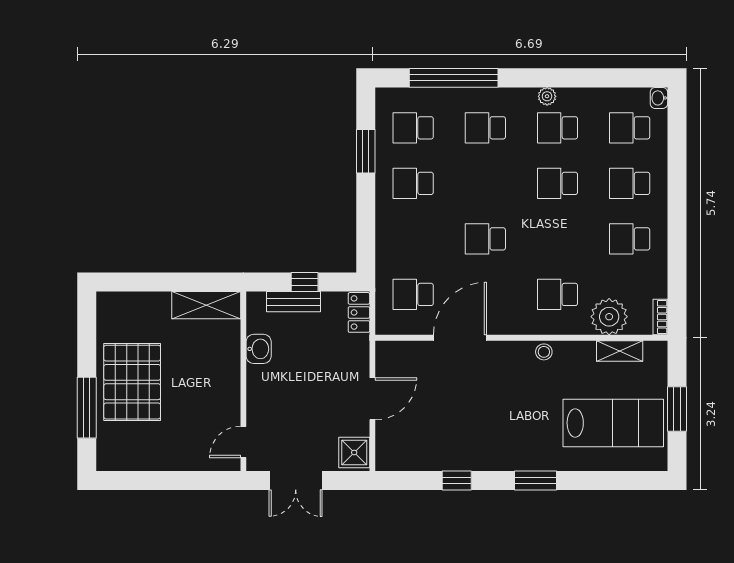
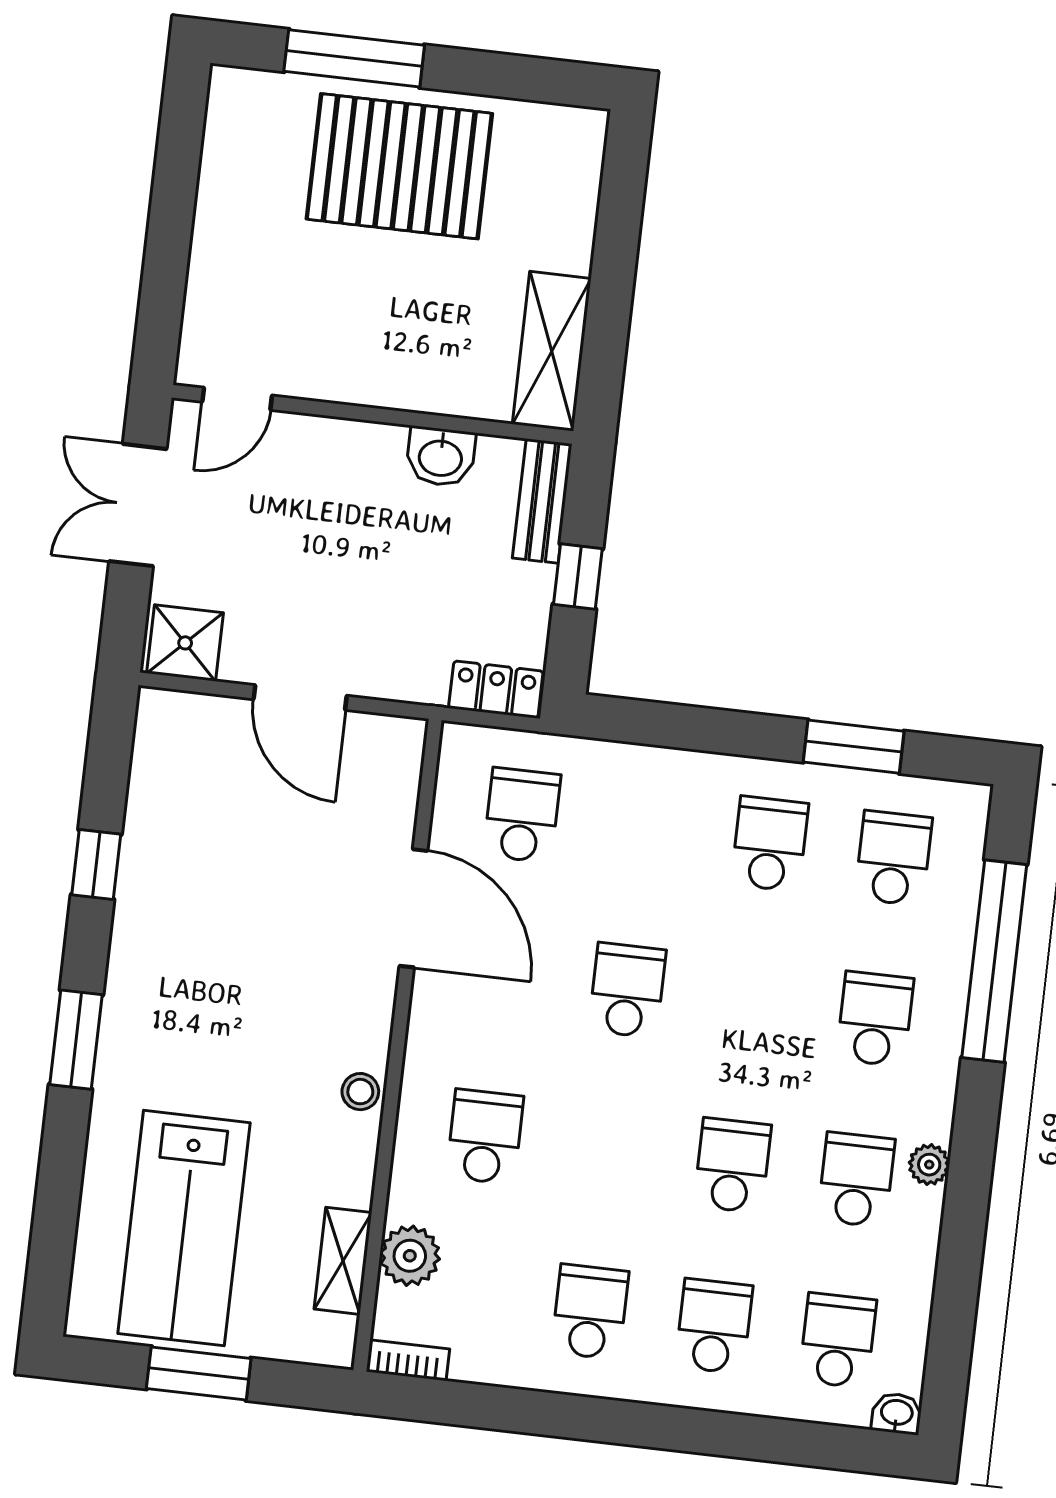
bench: (293, 302) -> (542, 501), moved
plant: (609, 317) -> (410, 1256), width x0.73, depth x0.73
door: (243, 442) -> (237, 399), swing flipped

